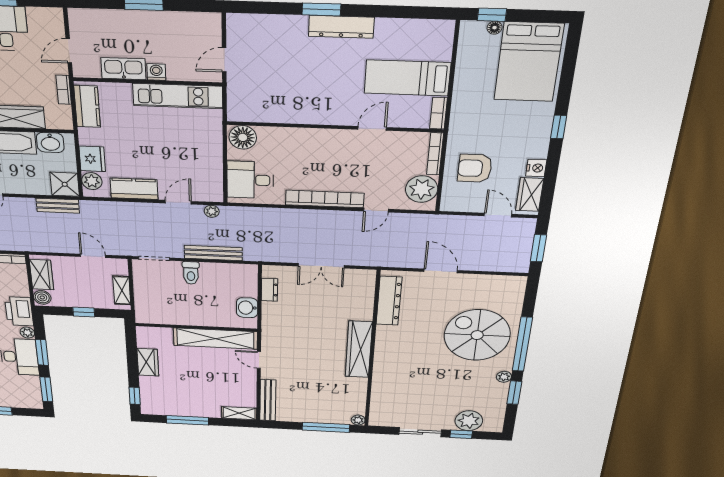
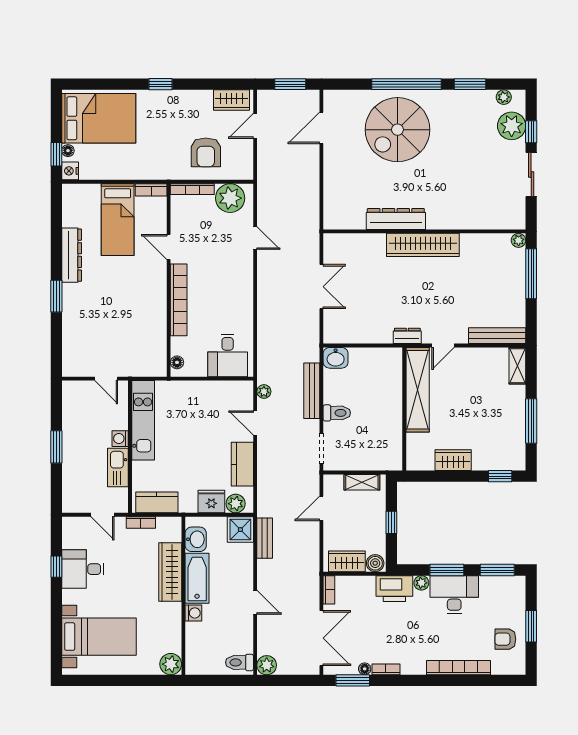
dresser: (341, 27) -> (72, 255), moved
floor lamp: (243, 137) -> (177, 362), width x0.53, depth x0.53
nightstand: (536, 168) -> (70, 171), moved, turned -90
bookcase: (325, 199) -> (179, 300), moved, turned 180
door: (441, 271) -> (321, 128), moved
dresser: (269, 290) -> (407, 336), moved
dresser: (389, 301) -> (396, 219), moved
washbasin: (247, 308) -> (336, 358), moved
plant: (504, 377) -> (504, 97), moved

